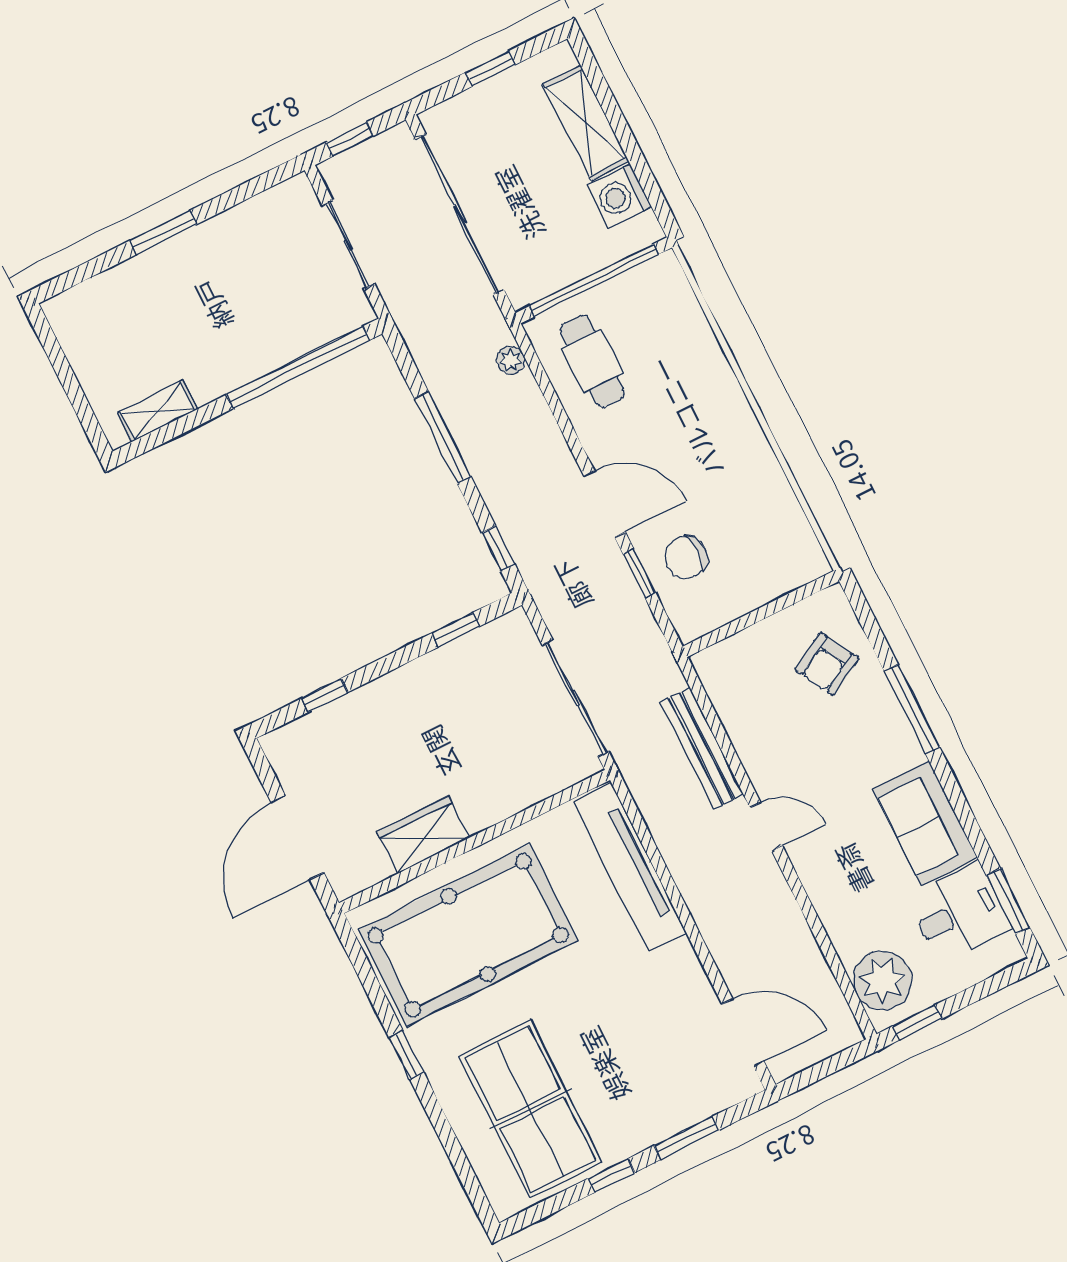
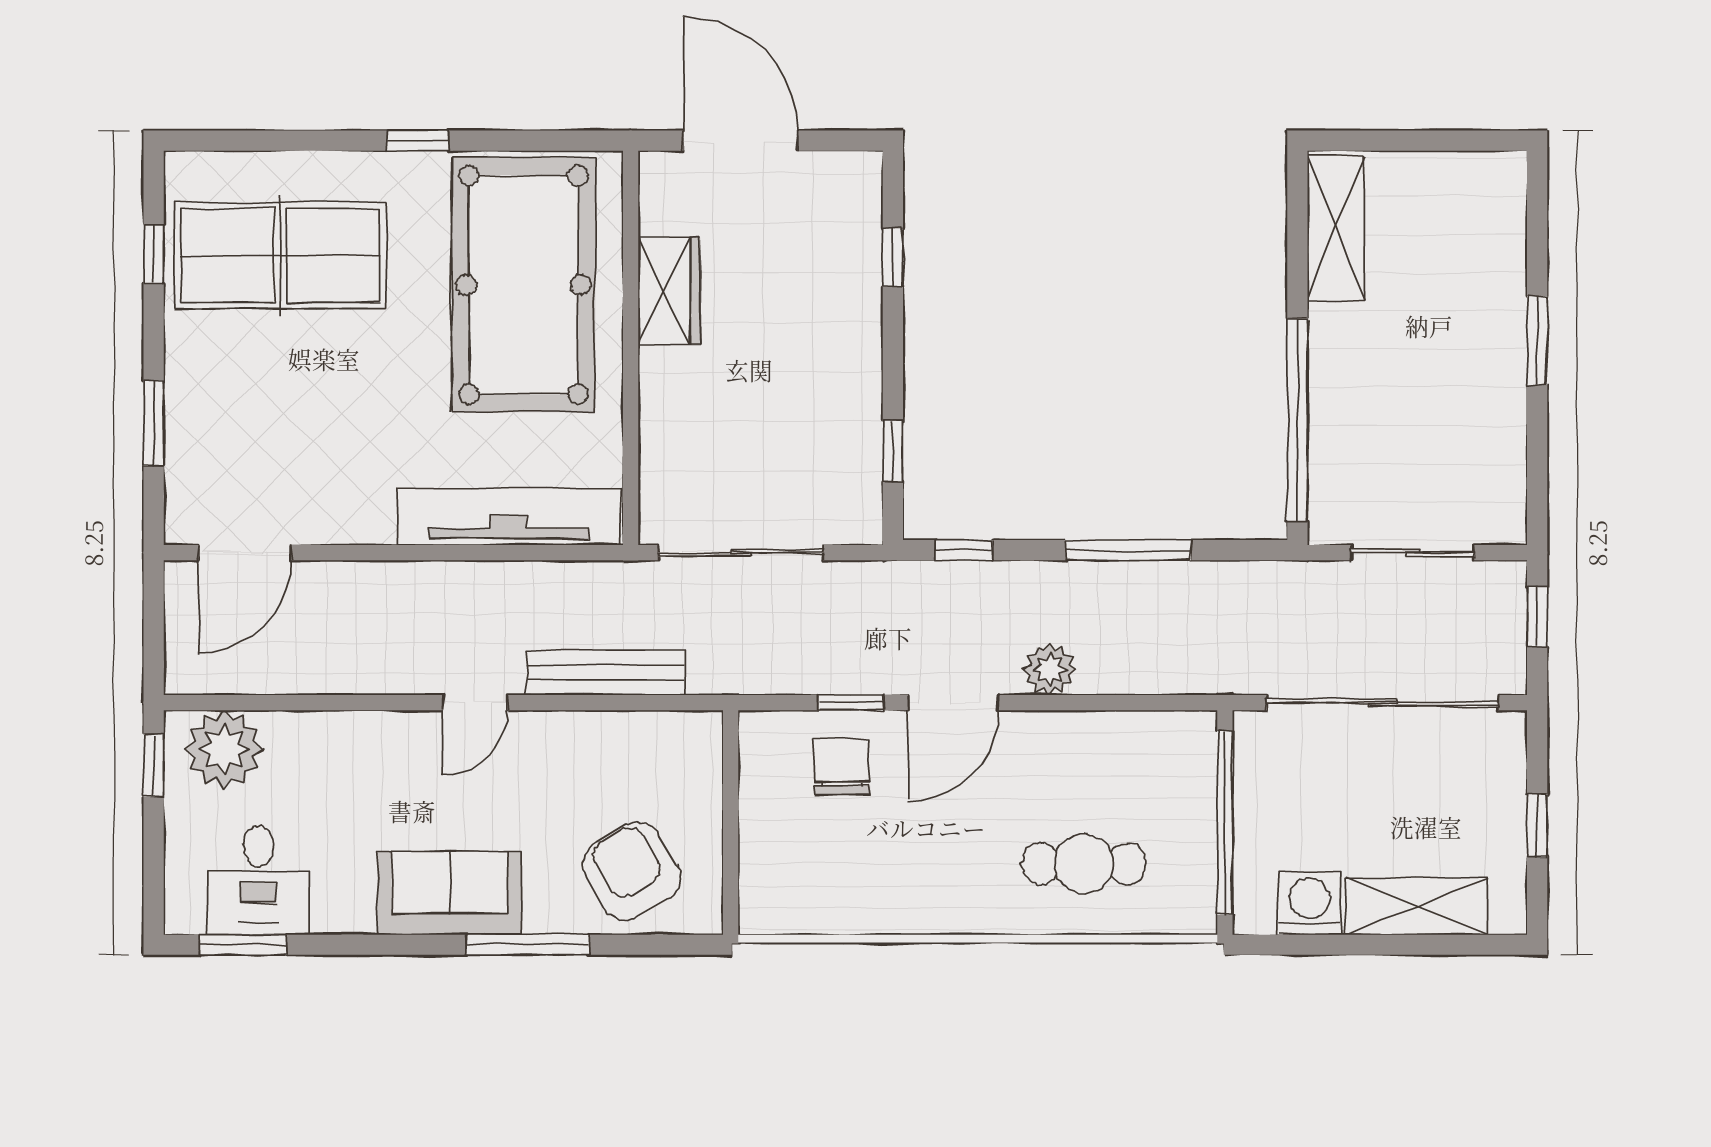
plant: (511, 360) -> (1050, 669), moved, width x1.38, depth x1.38
cafe table: (593, 361) -> (1084, 864), moved
shelving: (157, 411) -> (1336, 228), width x1.50, depth x1.33
armchair: (827, 664) -> (632, 871), width x1.38, depth x1.38
sofa: (925, 823) -> (450, 893), moved
window: (611, 1175) -> (154, 254), moved

